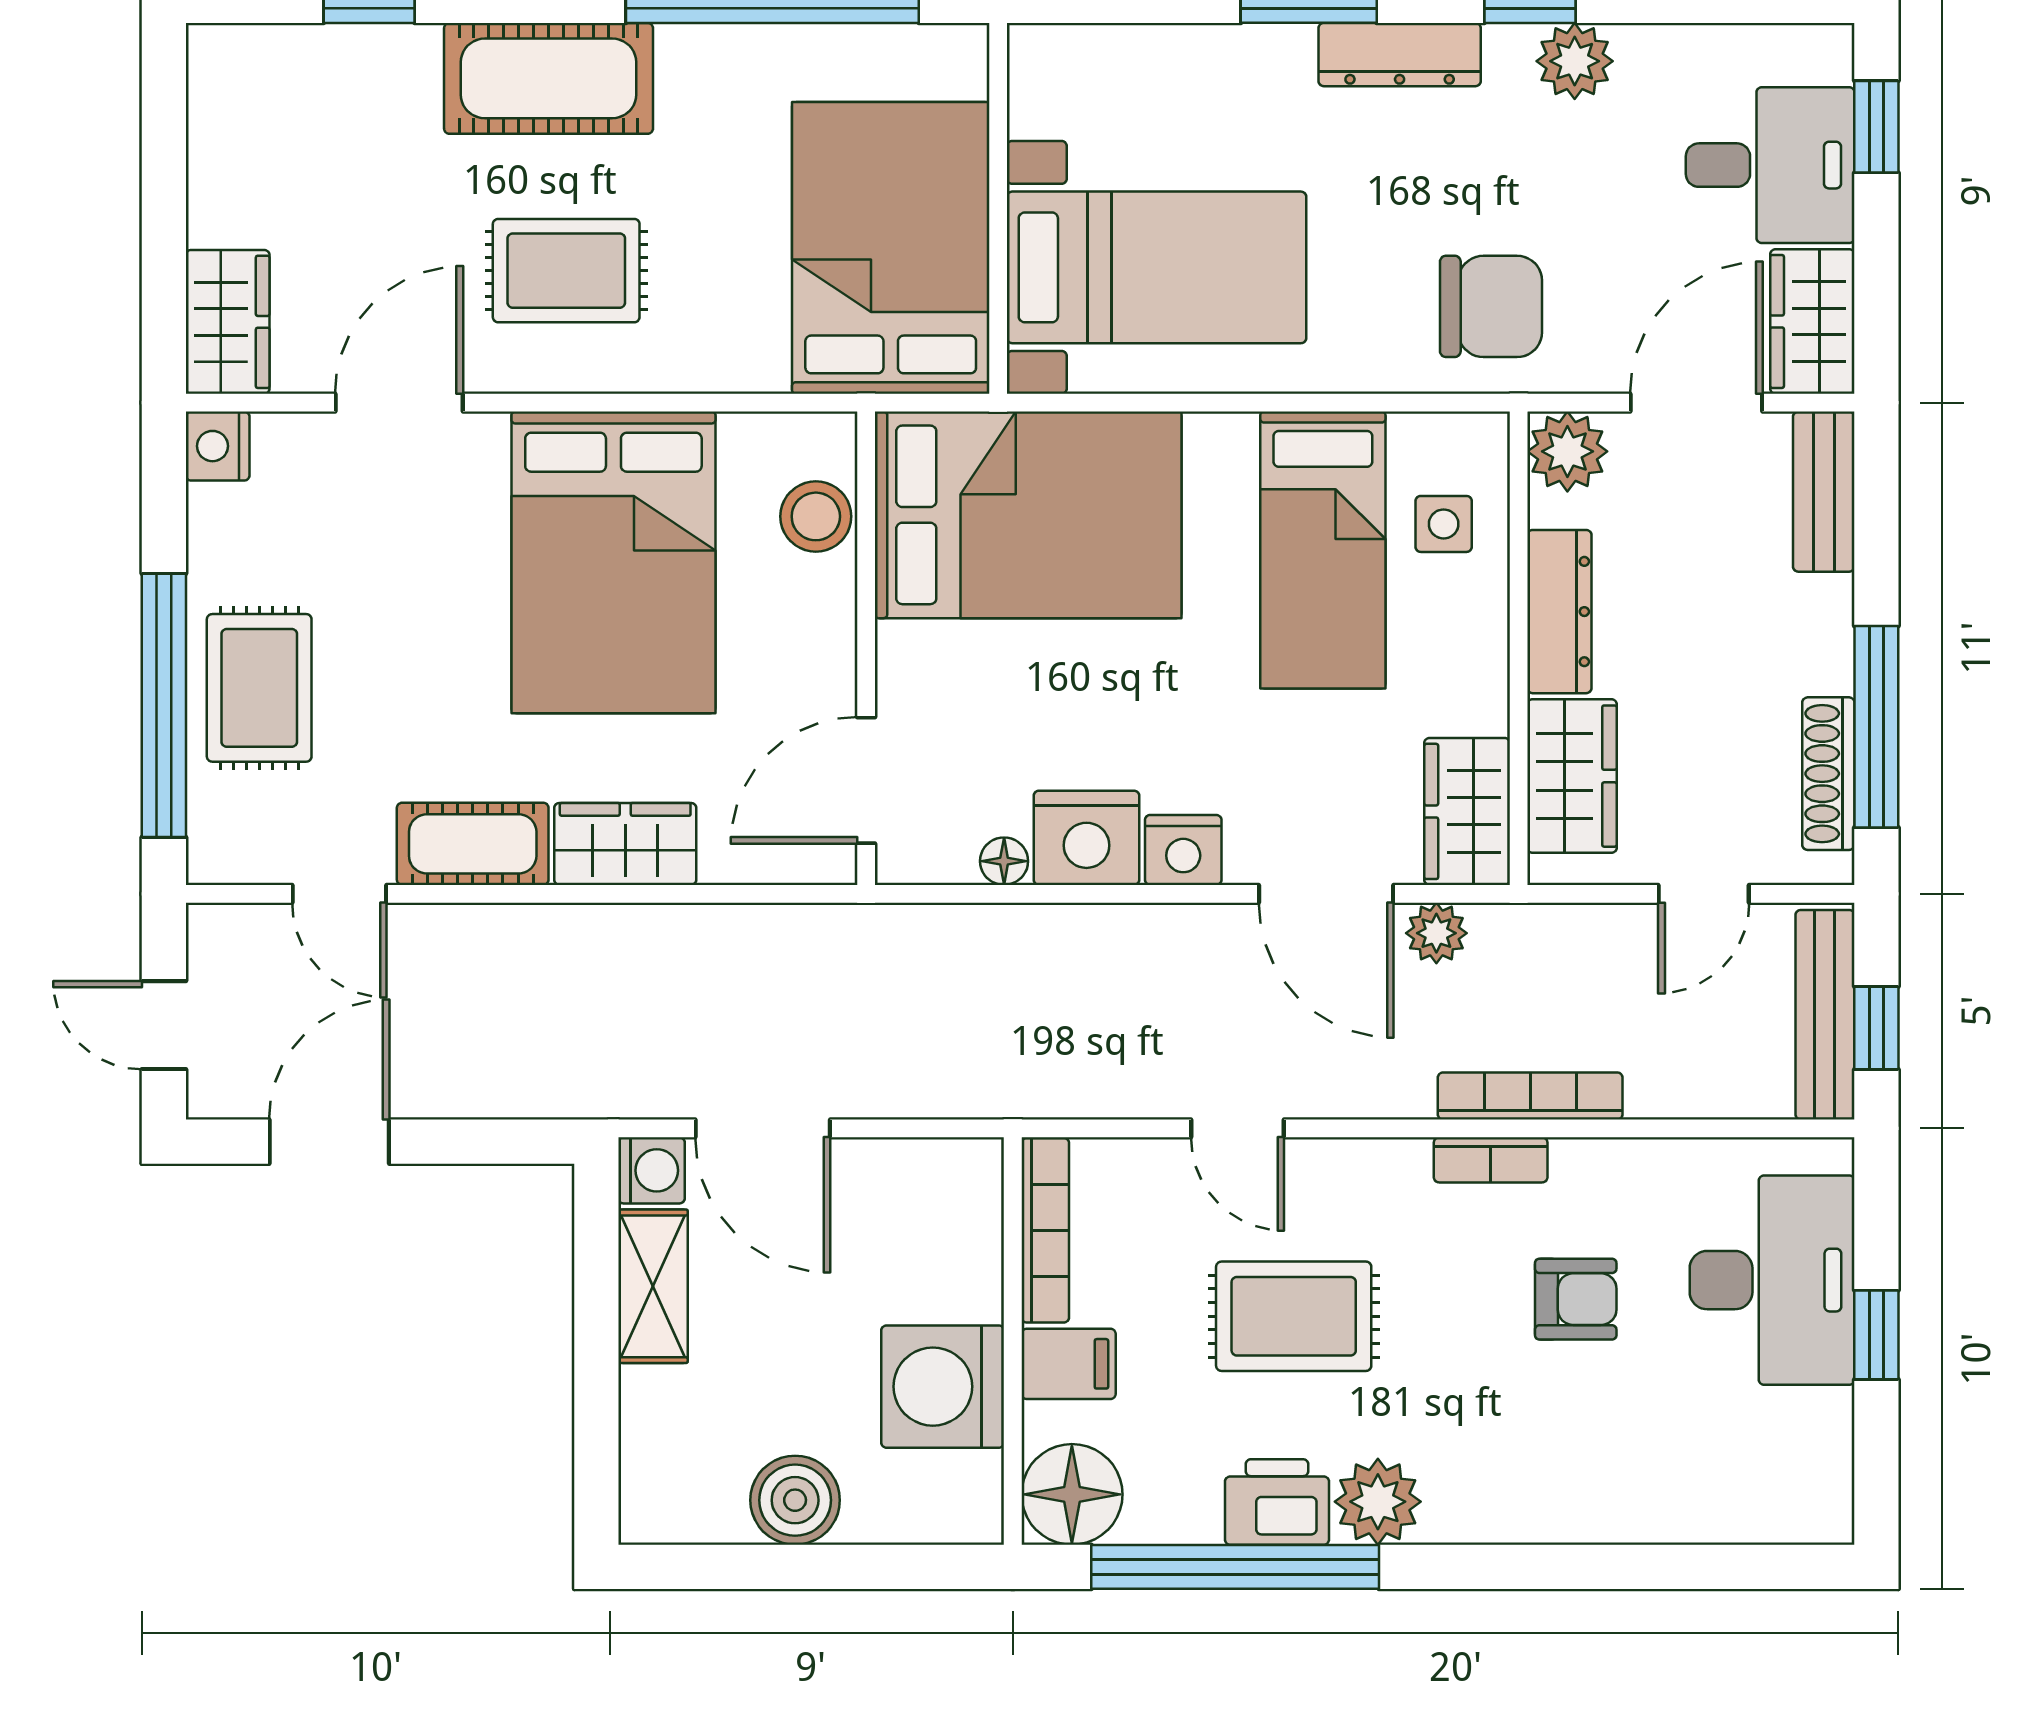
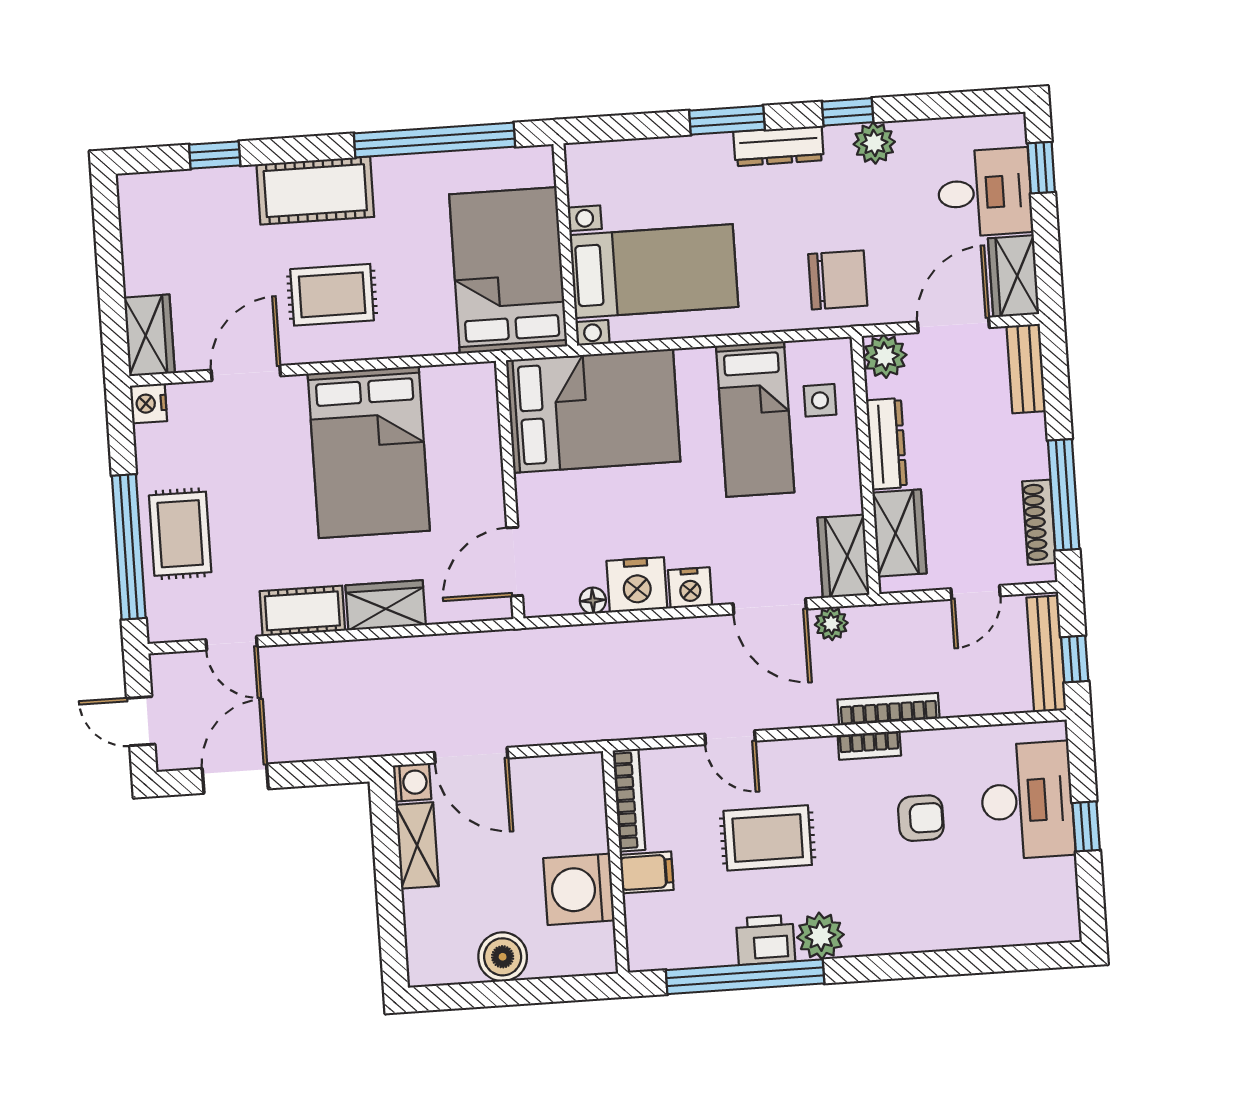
stool: (816, 516) -> (477, 420), removed
floor lamp: (1072, 1494) -> (653, 943), removed

